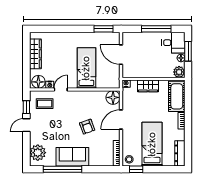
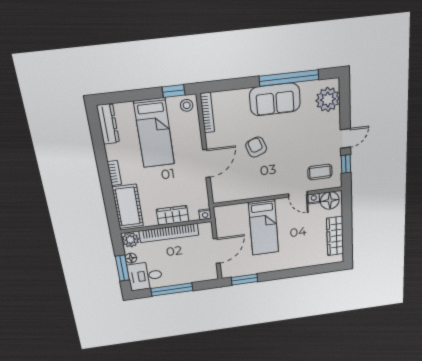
door: (121, 55) -> (217, 251), hinge flipped
bookcase: (152, 73) -> (169, 233), added
door: (61, 89) -> (298, 194), hinge flipped
floor lamp: (113, 97) -> (222, 193), removed

